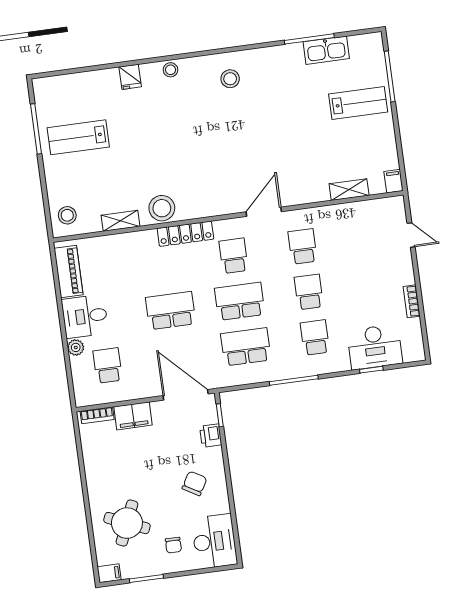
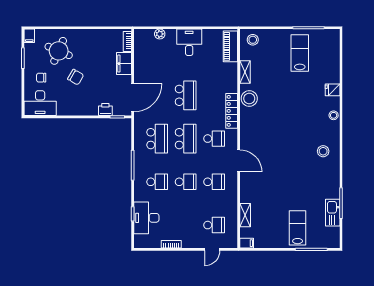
lab bench: (358, 103) -> (298, 228), turned 180
piano: (69, 272) -> (230, 46), moved, turned 90
plant: (76, 347) -> (160, 34), moved
school desk: (108, 365) -> (214, 225), moved
chair: (194, 483) -> (76, 77), moved

